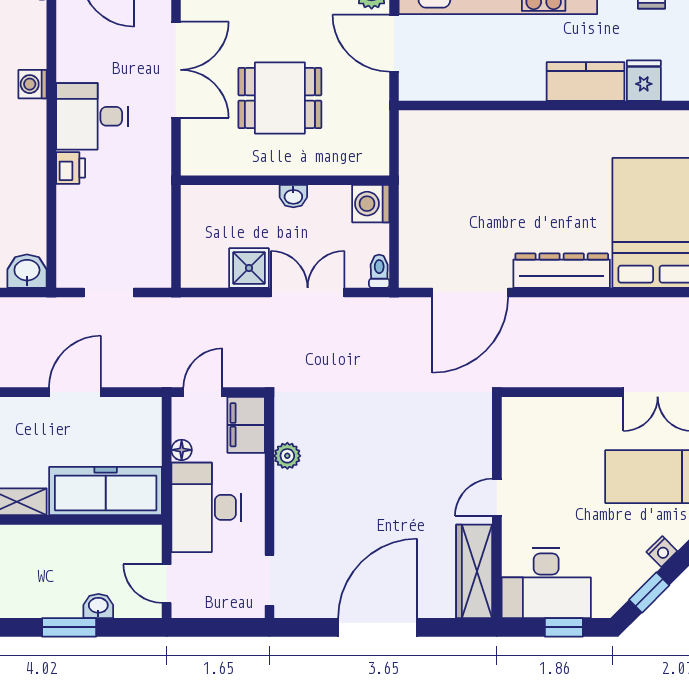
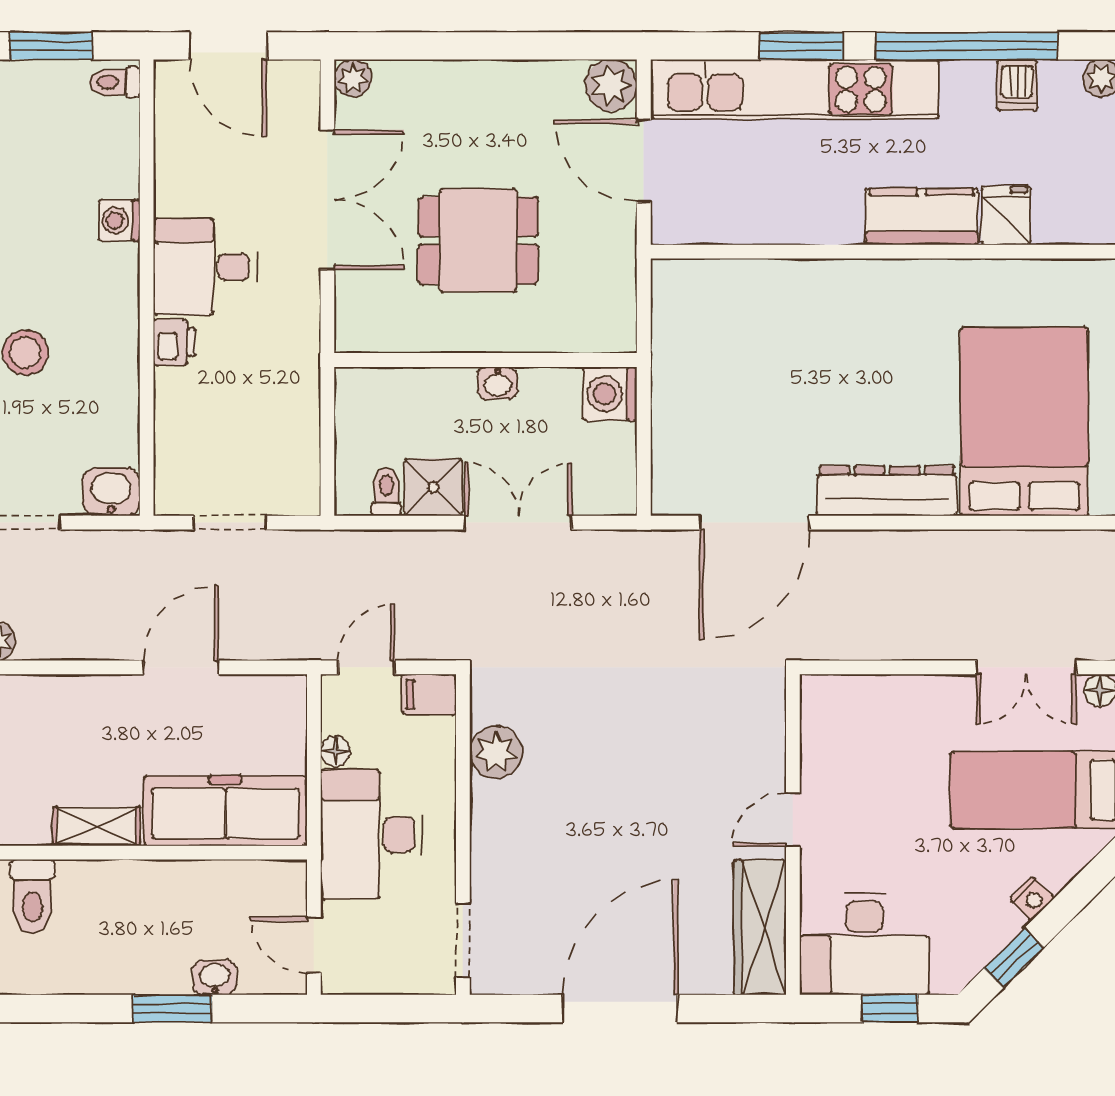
toilet: (379, 271) -> (386, 492), moved
filing cabinet: (246, 425) -> (429, 694), width x0.50
plant: (287, 456) -> (496, 752), width x1.38, depth x1.38

